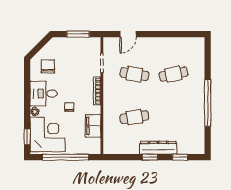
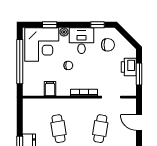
printer: (71, 45) -> (129, 67), added
window: (27, 77) -> (98, 25), added
filing cabinet: (93, 126) -> (50, 89), width x0.50
window: (27, 137) -> (50, 25), moved

